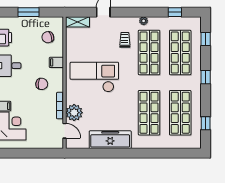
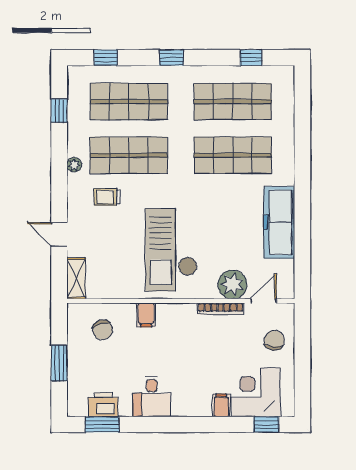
chair: (42, 84) -> (274, 340), moved

